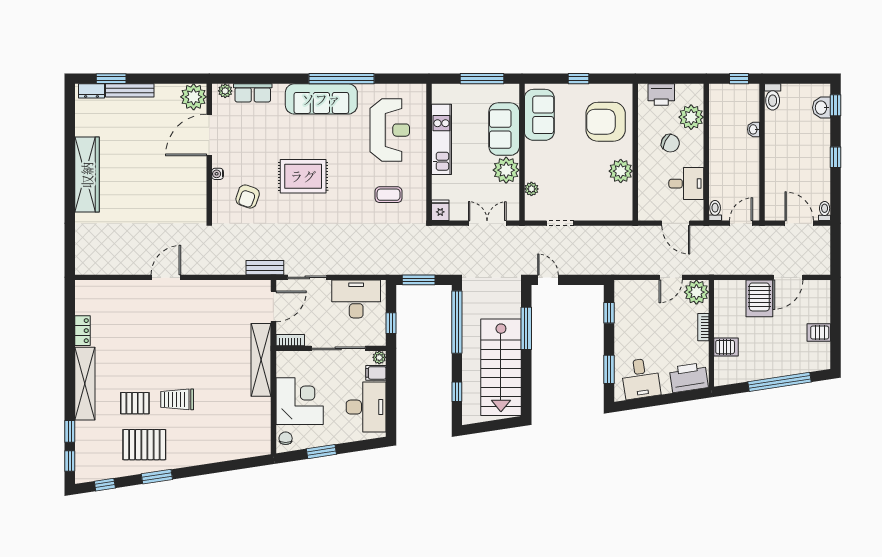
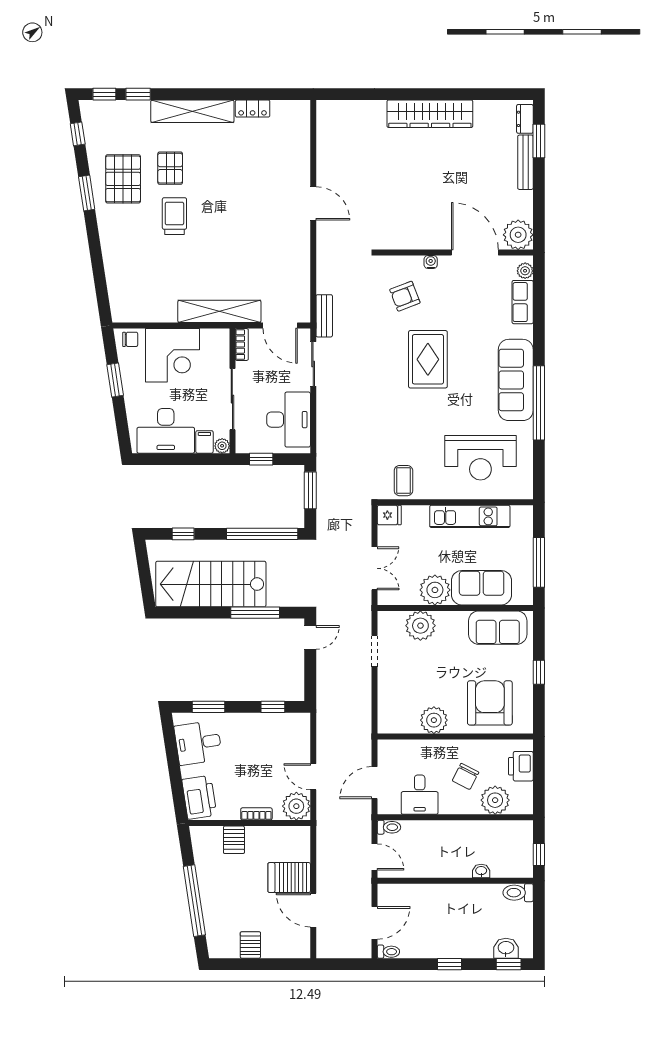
plant: (531, 189) -> (420, 626), width x1.88, depth x1.88
coffee table: (389, 195) -> (403, 481), moved
armchair: (248, 197) -> (405, 296), turned -40

